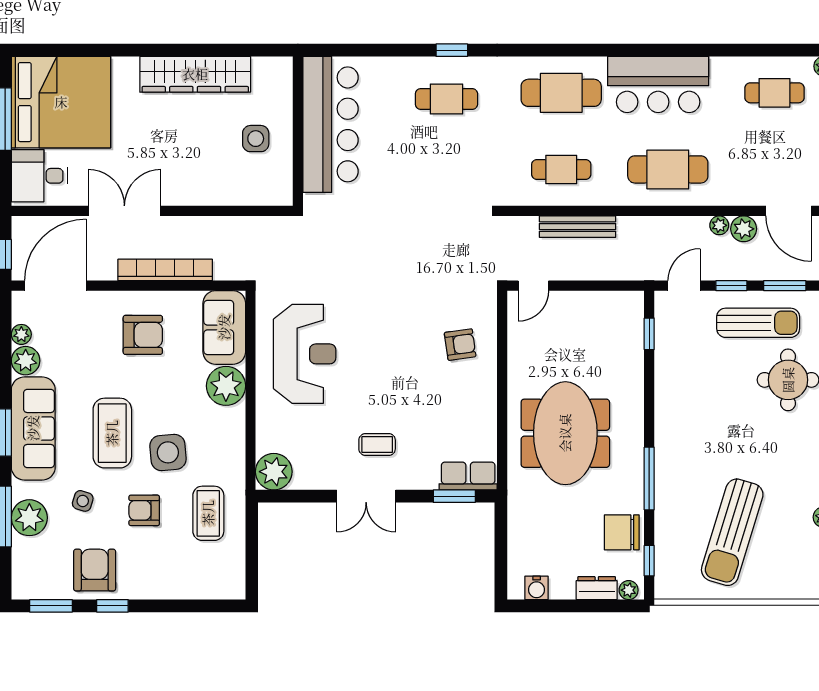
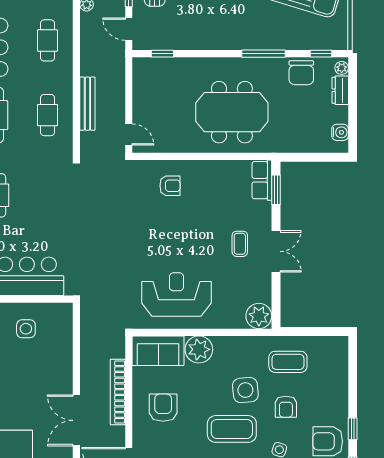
cafe table: (668, 169) -> (48, 40), width x0.73, depth x0.74
armchair: (460, 345) -> (170, 186), turned 98

